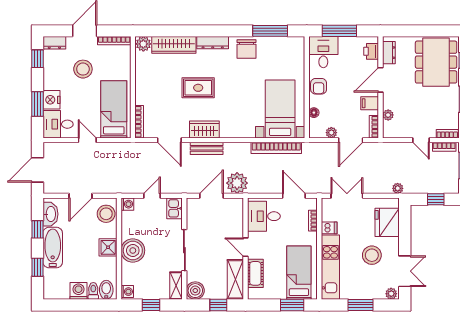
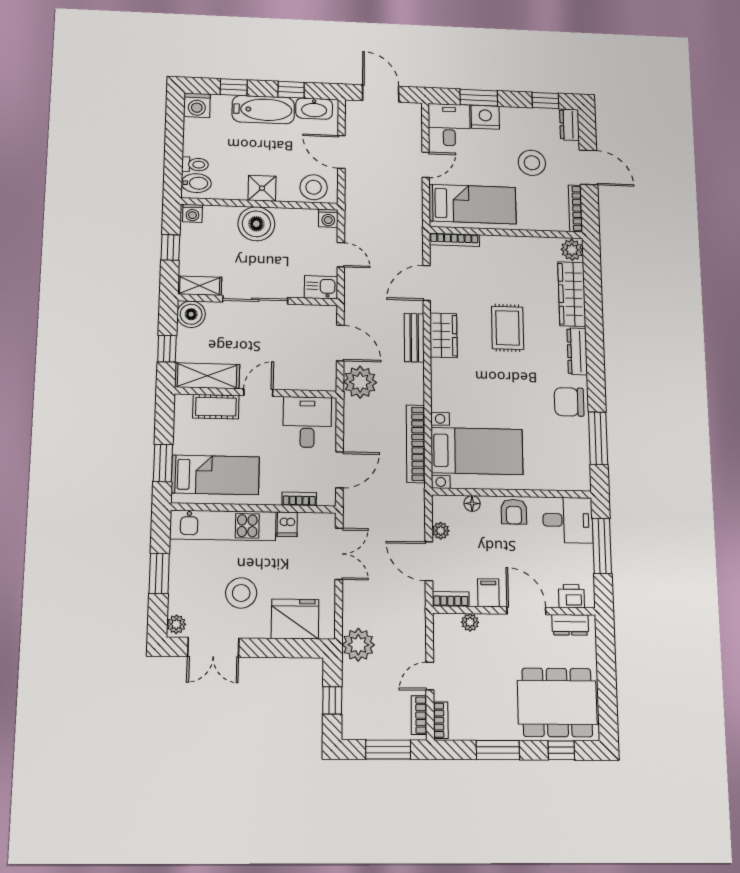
armchair: (319, 86) -> (514, 512), turned -90
plant: (398, 188) -> (358, 645), width x1.88, depth x1.88
washing machine: (78, 291) -> (197, 105), moved, turned 90

